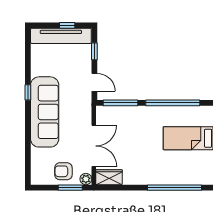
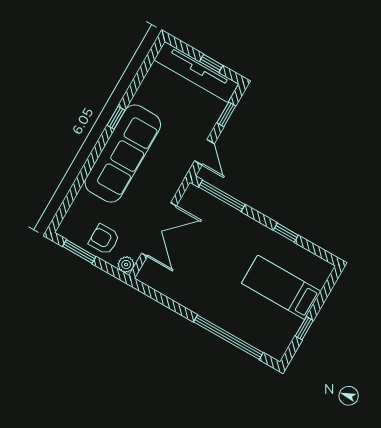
window: (173, 103) -> (286, 233), width x0.32
wardrobe: (109, 177) -> (156, 278), removed
window: (70, 188) -> (79, 252), moved

